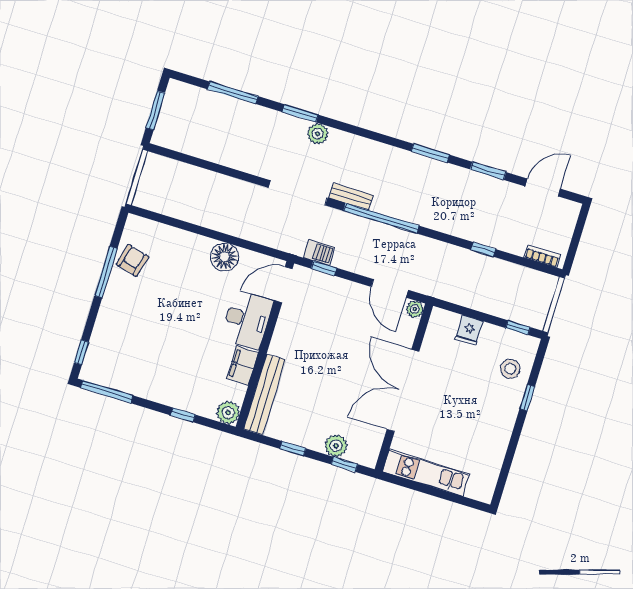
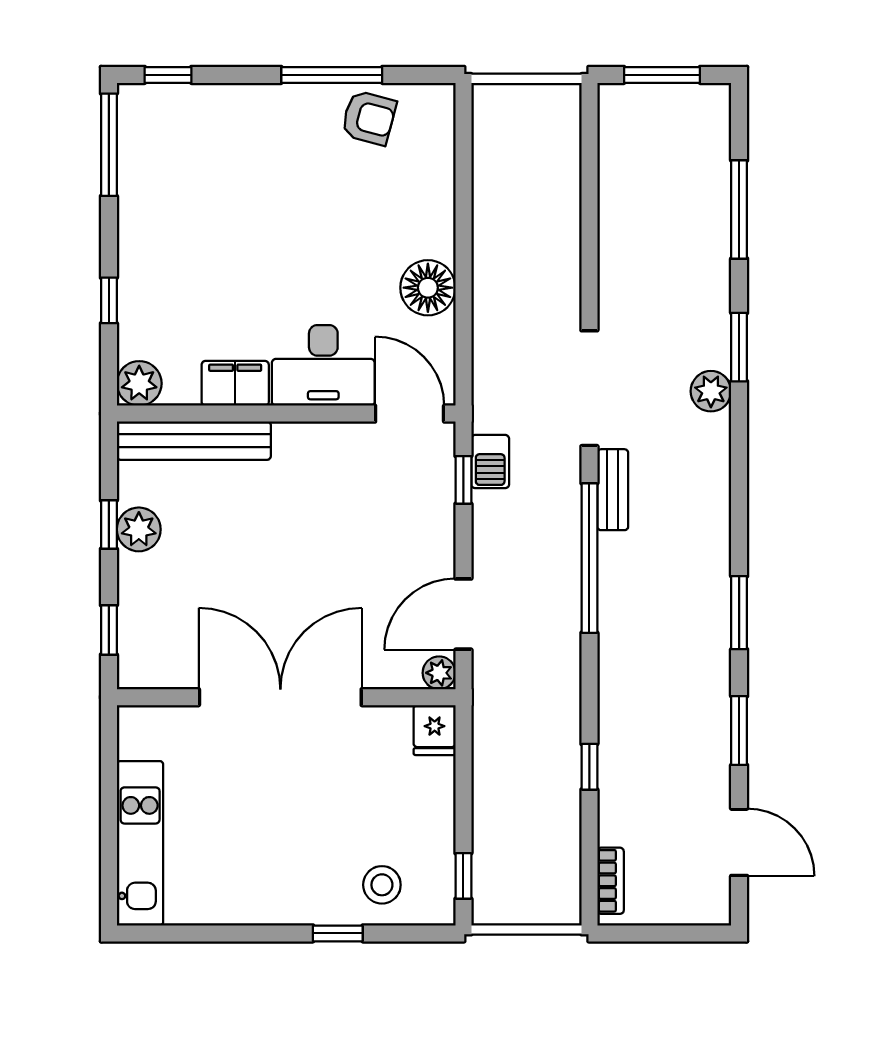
fridge: (469, 330) -> (435, 730), moved, turned -90
plant: (336, 446) -> (139, 529), moved
kitchen unit: (426, 473) -> (140, 843), moved

